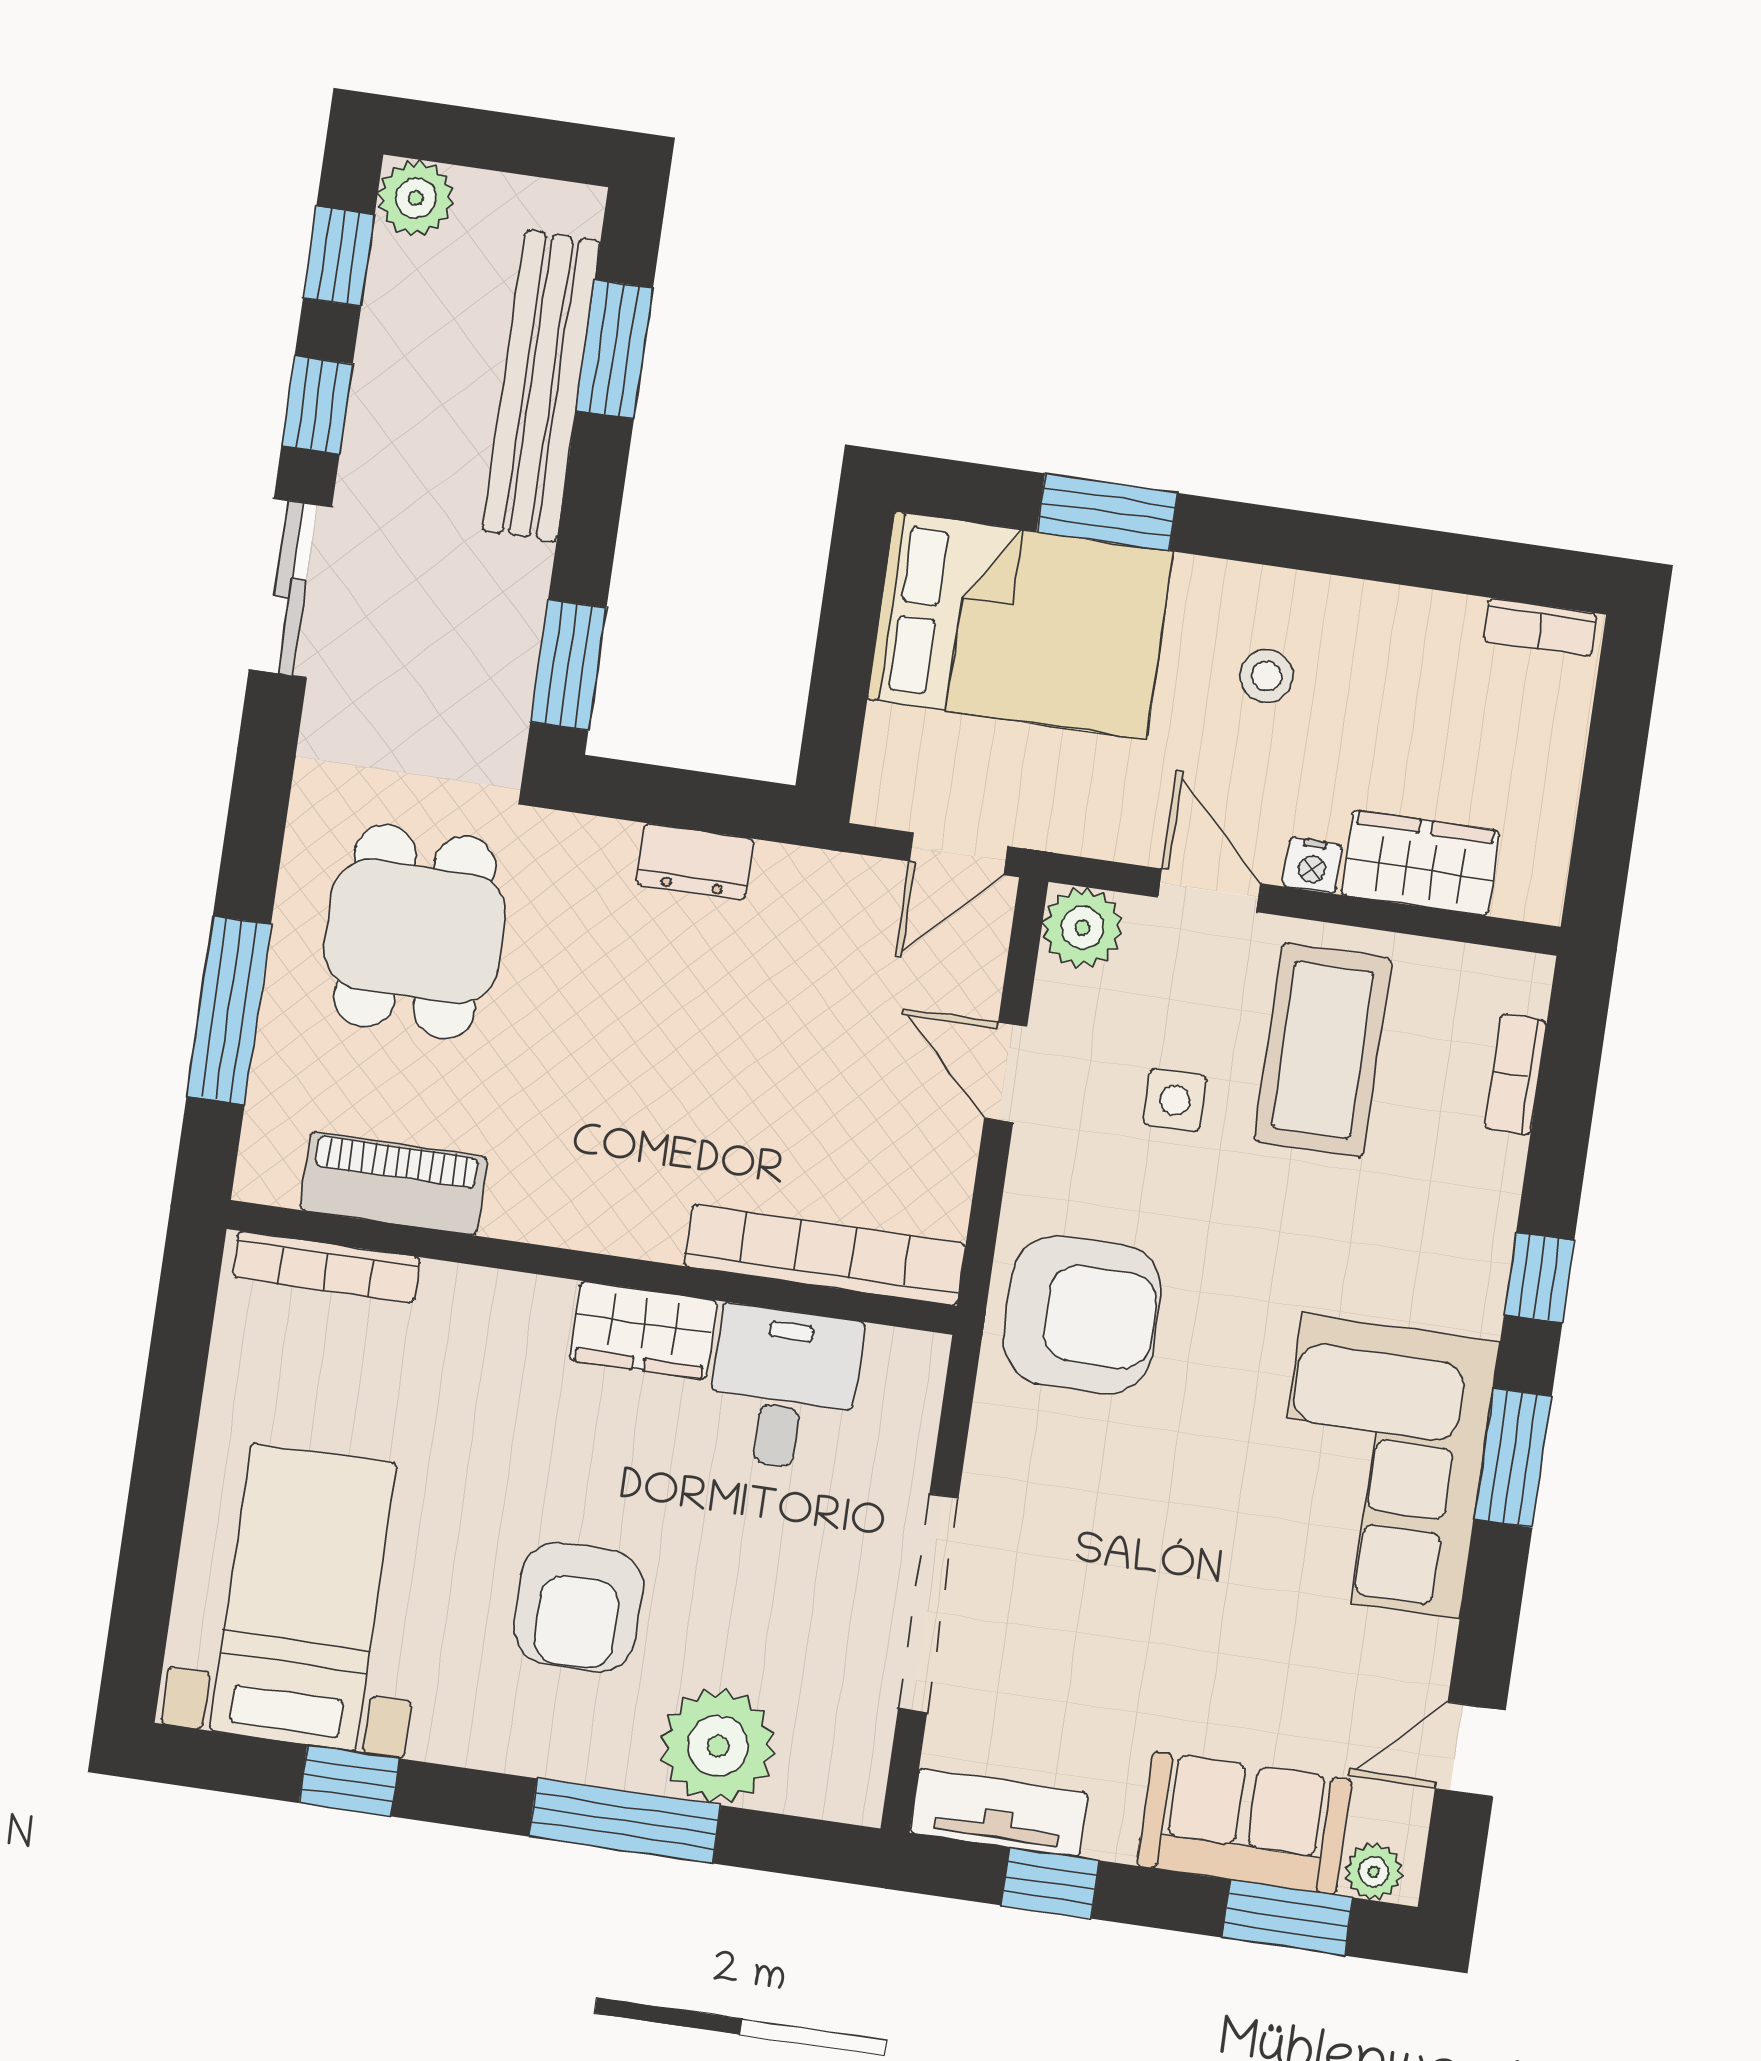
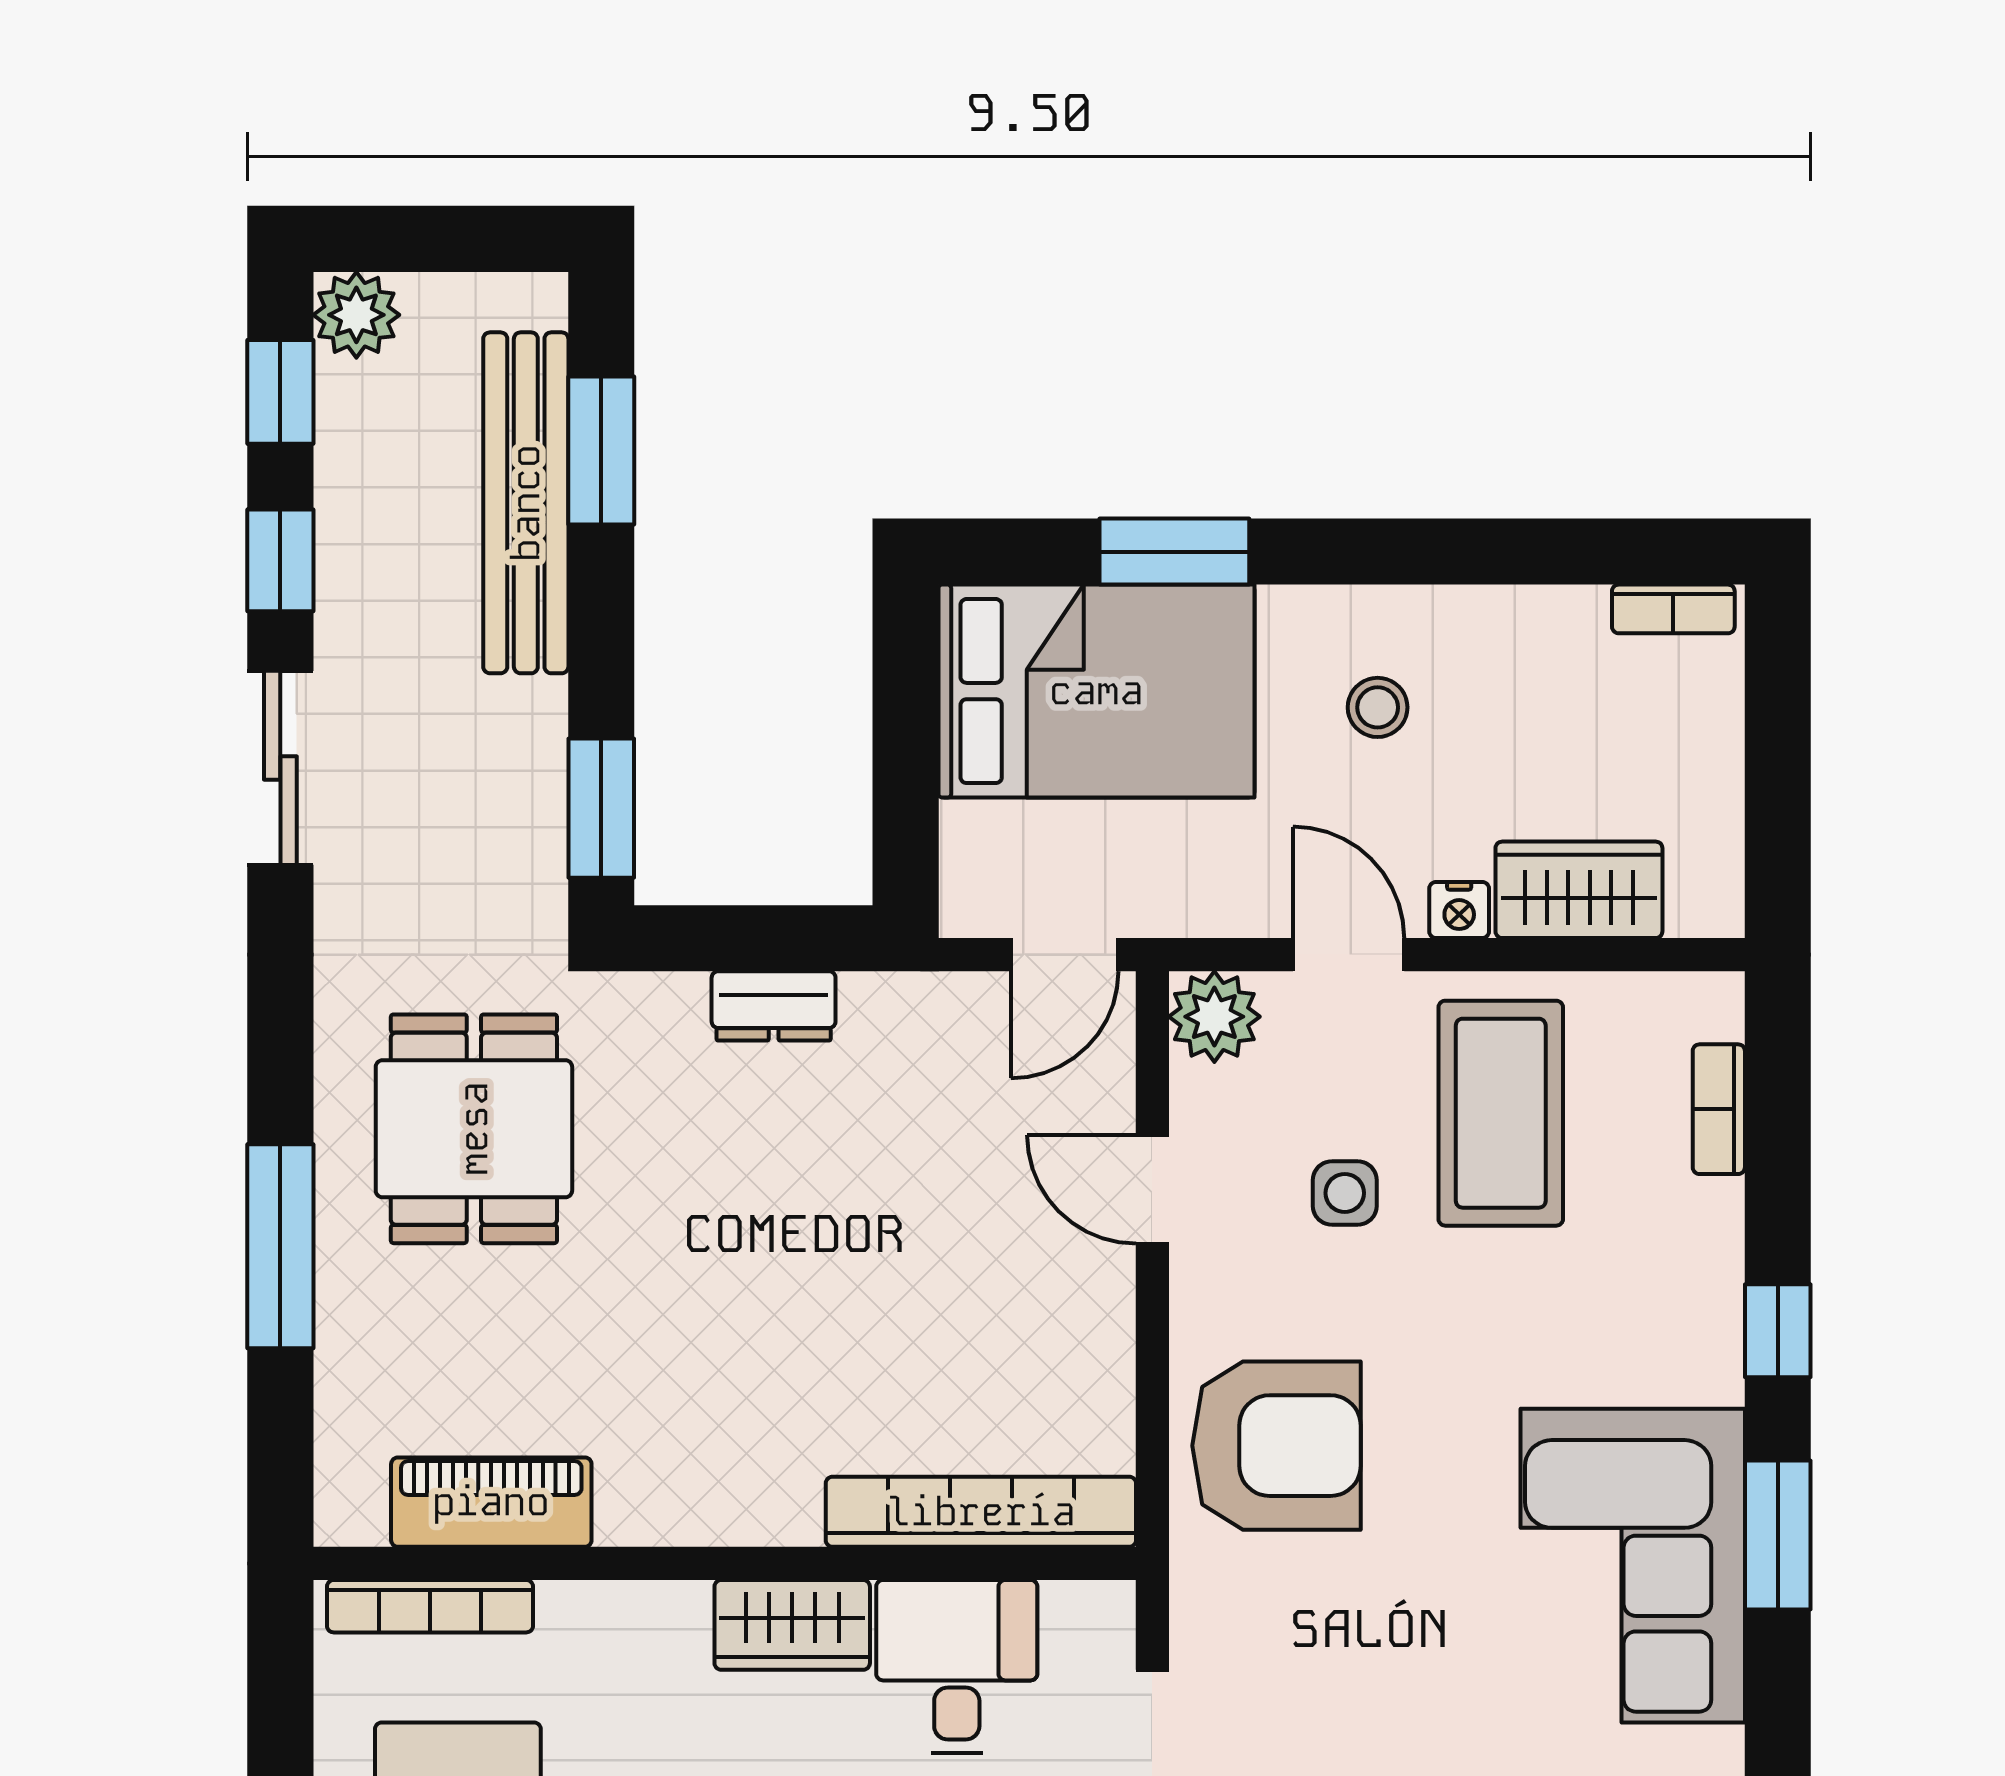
piano: (394, 1183) -> (491, 1502), moved
bookcase: (824, 1255) -> (981, 1512), moved
bookcase: (326, 1267) -> (430, 1606), moved
wall: (592, 1267) -> (725, 1563), moved
wardrobe: (643, 1330) -> (792, 1625), moved
desk: (783, 1388) -> (957, 1667), moved

